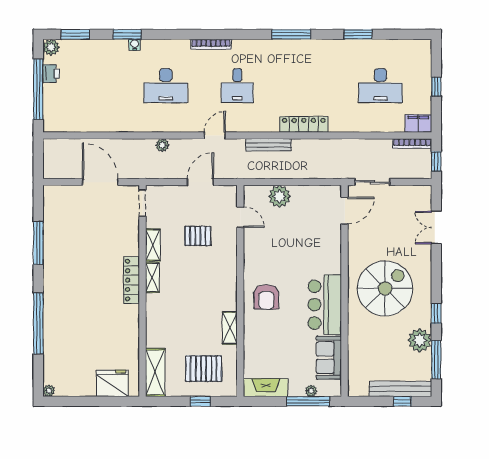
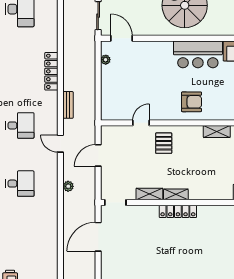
desk: (166, 86) -> (20, 184), width x0.73
bench: (269, 145) -> (68, 105), width x0.73
door: (200, 182) -> (98, 155), hinge flipped
plant: (279, 196) -> (106, 60), moved, width x0.53, depth x0.53
door: (240, 217) -> (141, 123), moved
pallet: (198, 236) -> (164, 143), moved

